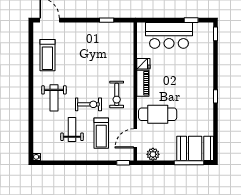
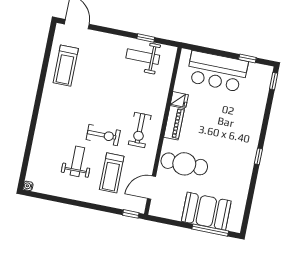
weight bench: (54, 98) -> (143, 57), moved, turned 90
booth: (195, 148) -> (206, 211), moved
plant: (153, 154) -> (169, 211), removed

